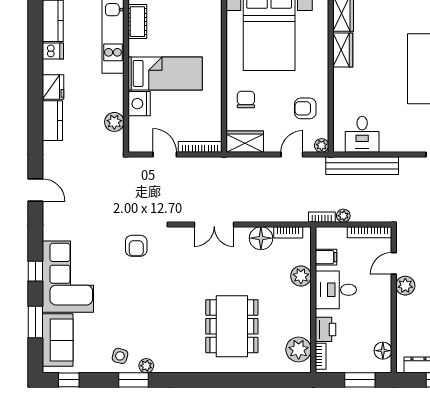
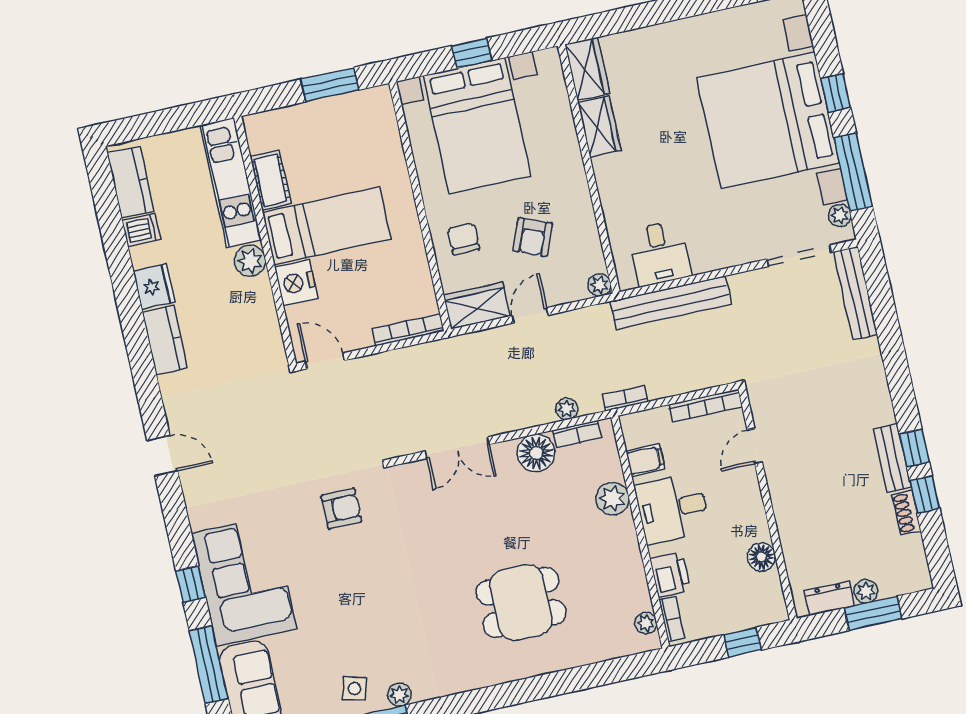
cot: (137, 22) -> (271, 180), moved
armchair: (305, 108) -> (533, 237), moved, turned -68
plant: (114, 122) -> (250, 261), moved
door: (165, 155) -> (325, 361), moved
door: (292, 155) -> (530, 315), moved
plant: (343, 216) -> (567, 409), moved
armchair: (136, 246) -> (341, 509), turned -90
plant: (405, 286) -> (781, 477), removed
window: (35, 322) -> (209, 665), width x1.44
dining table: (232, 326) -> (521, 602), width x0.73
plant: (299, 350) -> (646, 623), width x0.53, depth x0.53
floor lamp: (383, 351) -> (761, 557), moved
window: (360, 380) -> (742, 642), width x0.67

